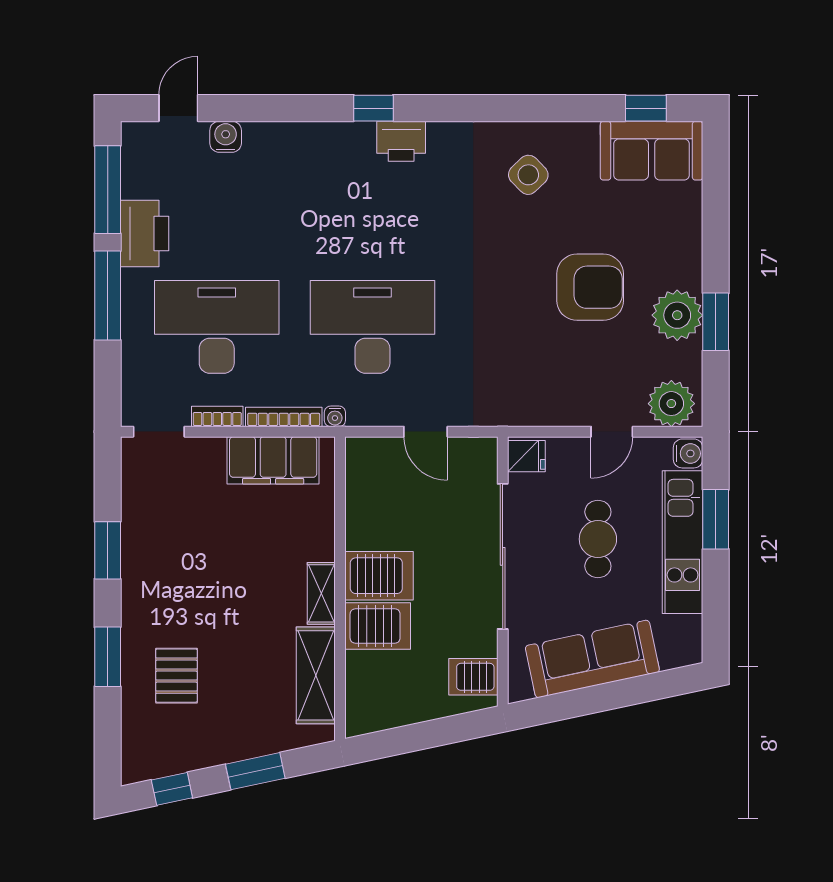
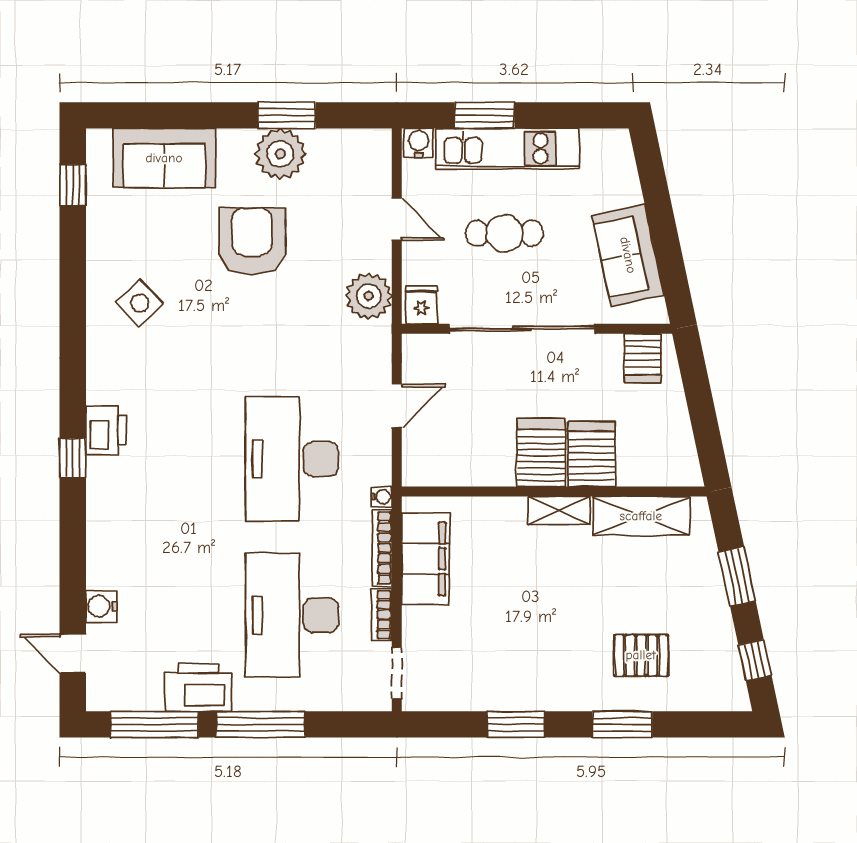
sofa: (652, 151) -> (164, 158), moved, turned 90
plant: (671, 404) -> (369, 296), moved
sofa: (592, 659) -> (628, 255), width x0.73

